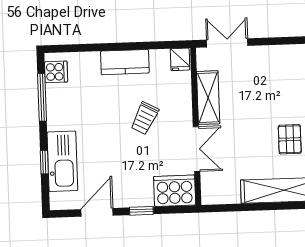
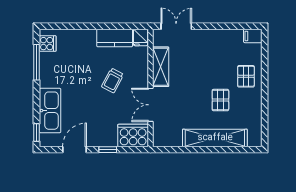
kitchen counter: (125, 62) -> (115, 38), moved
double door: (197, 149) -> (151, 105), swing flipped
window: (44, 162) -> (36, 132), moved

